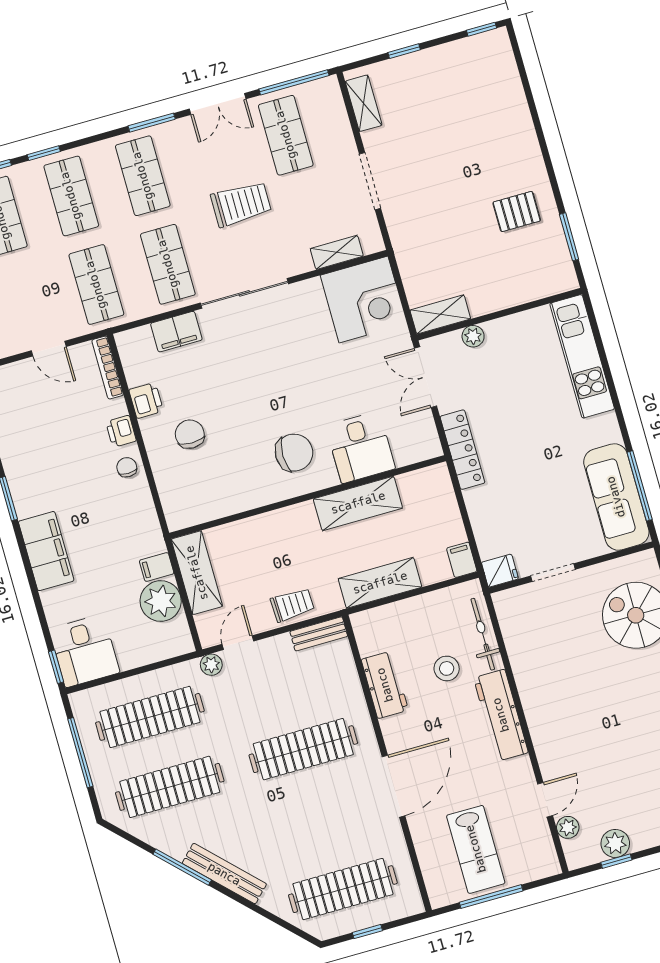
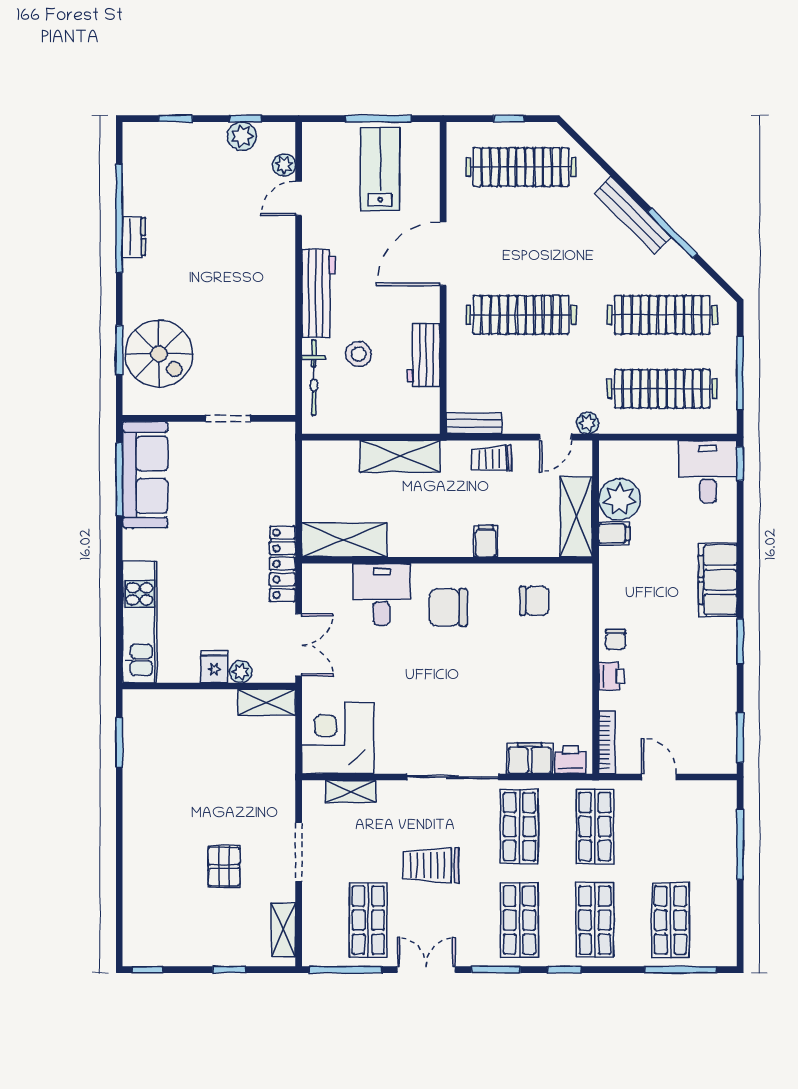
window: (44, 153) -> (564, 970), moved
pallet: (517, 211) -> (224, 866), moved, turned 90
printer: (146, 400) -> (570, 760), moved, turned 90
chair: (190, 434) -> (534, 601), moved, turned -90
shelving: (358, 503) -> (344, 540), moved
filing cabinet: (462, 560) -> (486, 541), moved, turned 180
fridge: (500, 571) -> (214, 667), moved, turned 90

